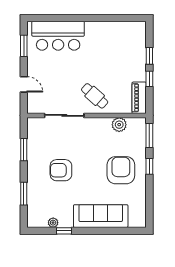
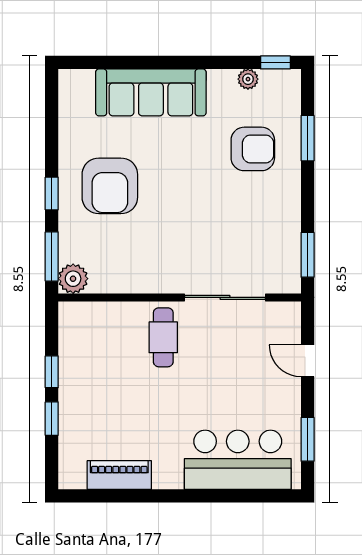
cafe table: (95, 96) -> (163, 337), turned 48
piano: (139, 98) -> (119, 475), moved, turned -90
plant: (119, 125) -> (73, 279), moved
window: (24, 150) -> (308, 255), moved
armchair: (61, 170) -> (253, 149), moved
window: (64, 231) -> (275, 62), moved

